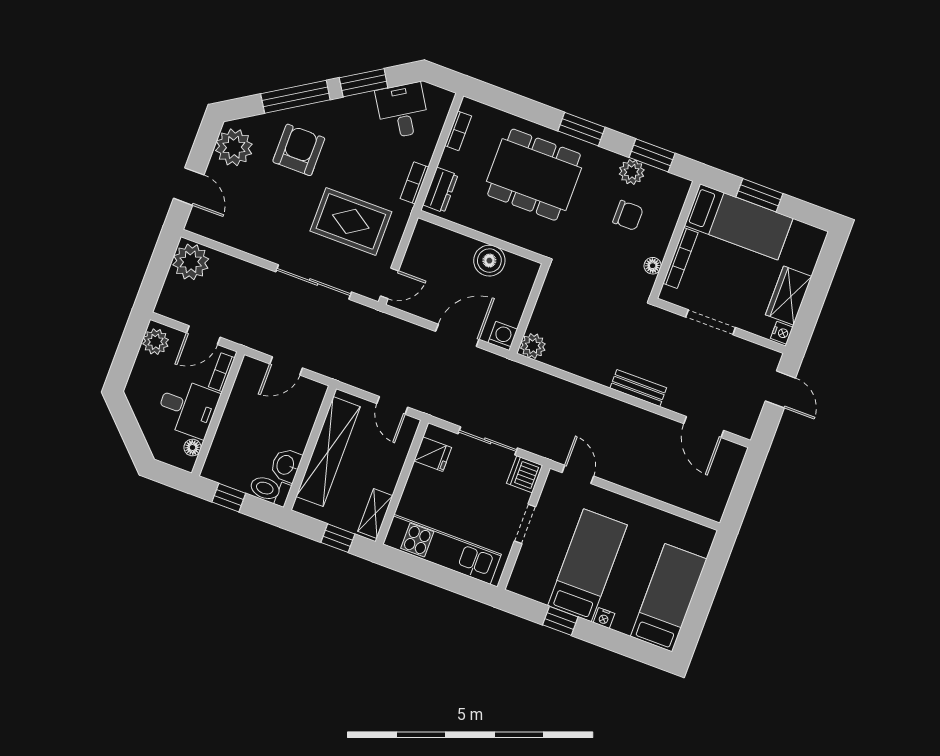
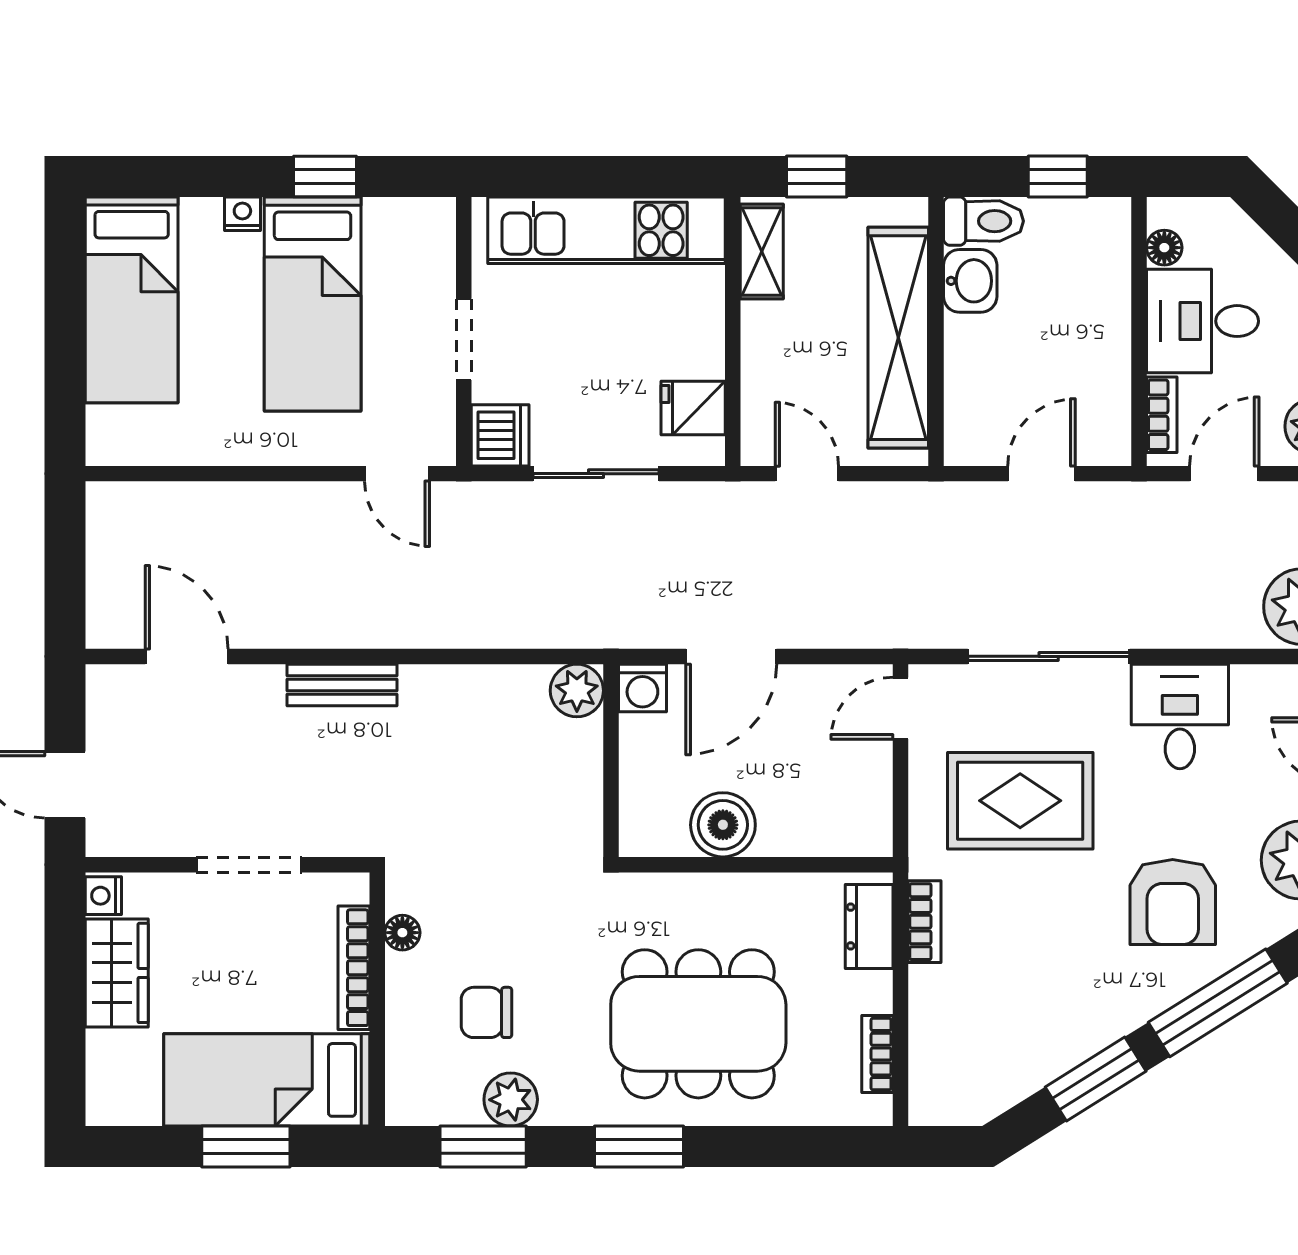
desk: (402, 111) -> (1180, 716), moved, turned -148

